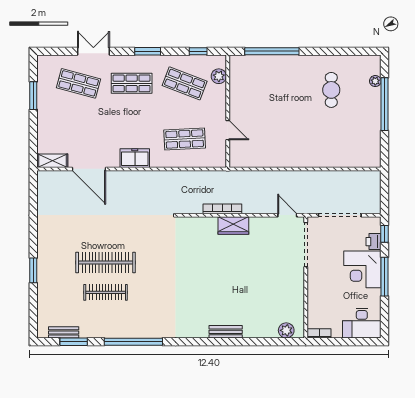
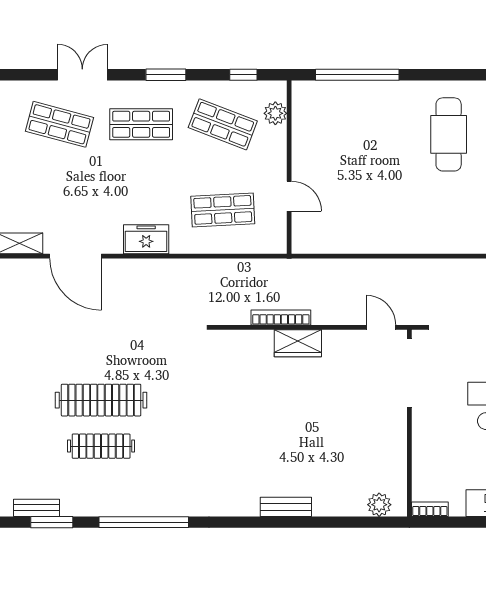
cafe table: (331, 90) -> (449, 134), width x1.37, depth x1.35

